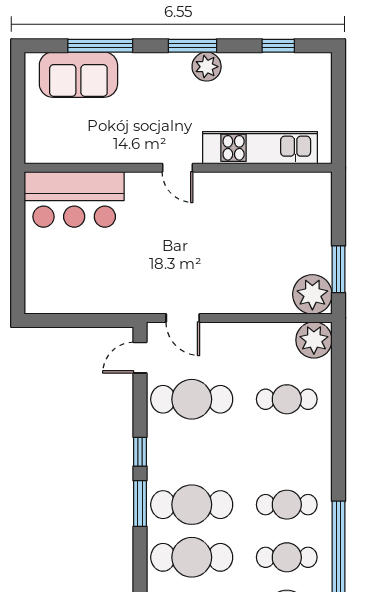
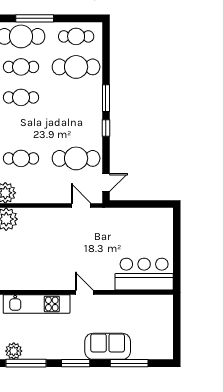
window: (278, 46) -> (26, 363), width x2.17
plant: (207, 67) -> (14, 351), moved
sofa: (78, 75) -> (108, 346), moved
cafe table: (192, 505) -> (76, 97), removed

